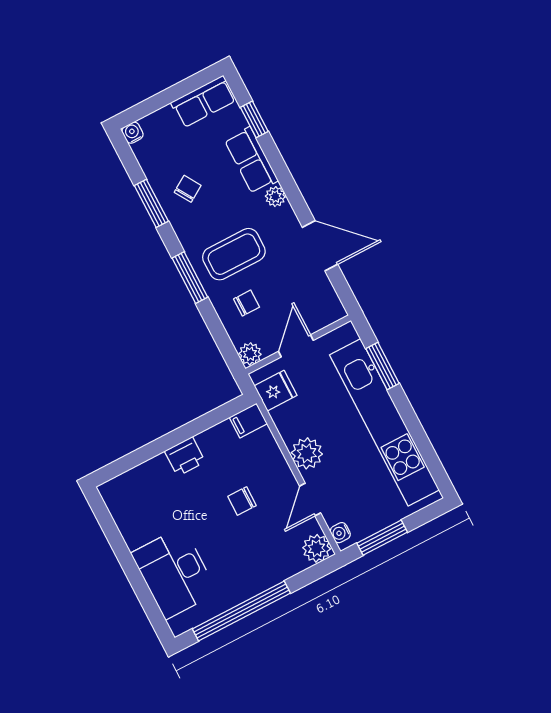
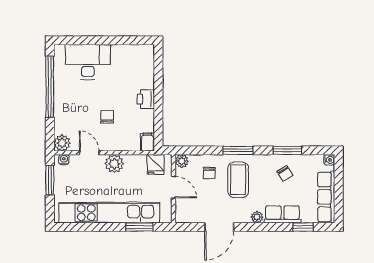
row of seats: (203, 102) -> (326, 197), width x1.48

